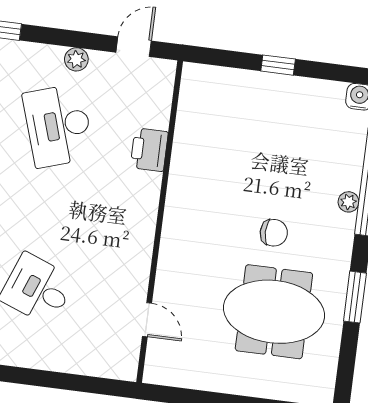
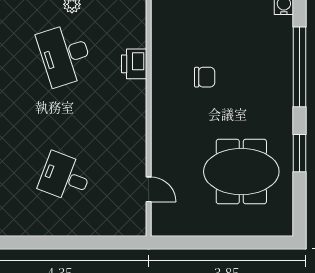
plant: (348, 202) -> (286, 84), removed
chair: (274, 233) -> (205, 77), moved

